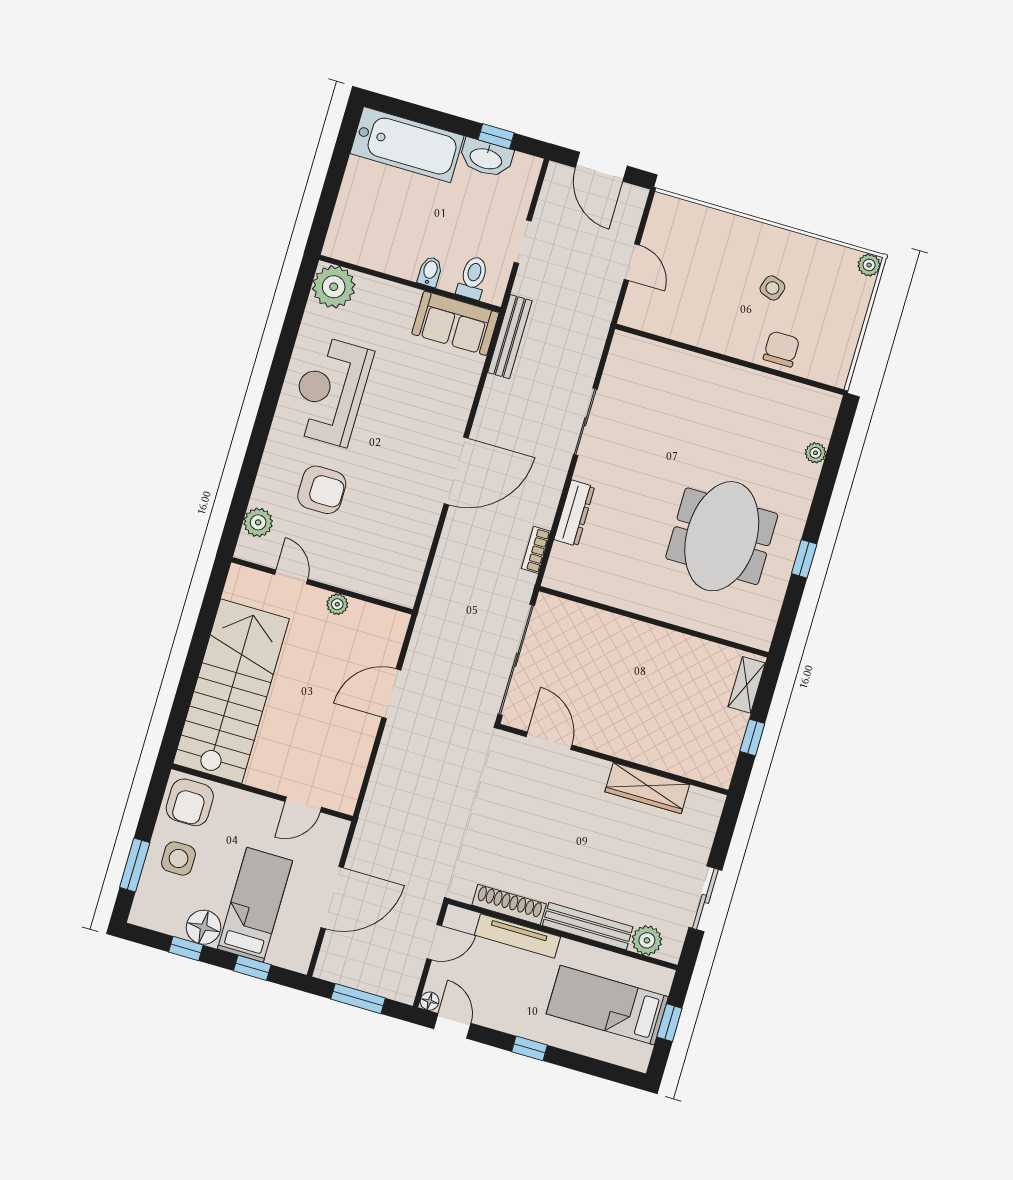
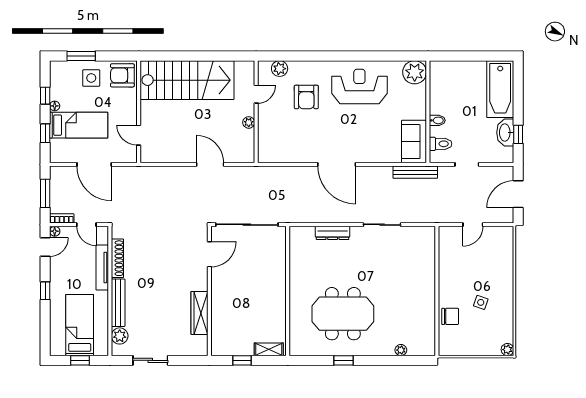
bookcase: (536, 550) -> (62, 218), moved
floor lamp: (204, 927) -> (55, 106), width x0.53, depth x0.53

